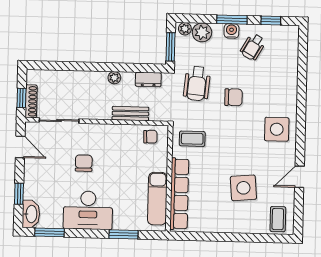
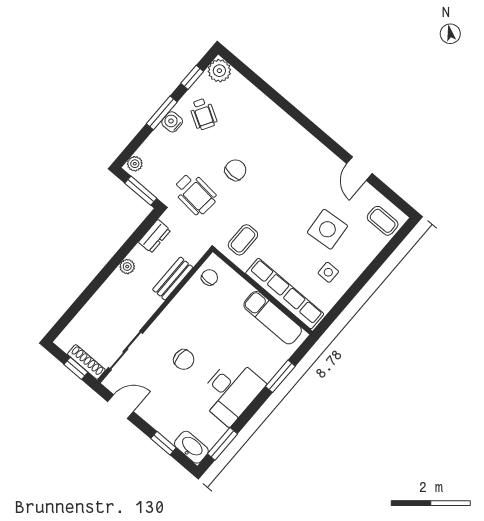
plant: (202, 32) -> (219, 71), moved
side table: (277, 129) -> (328, 272), moved, width x0.54, depth x0.54
chair: (84, 163) -> (184, 360), turned 180

